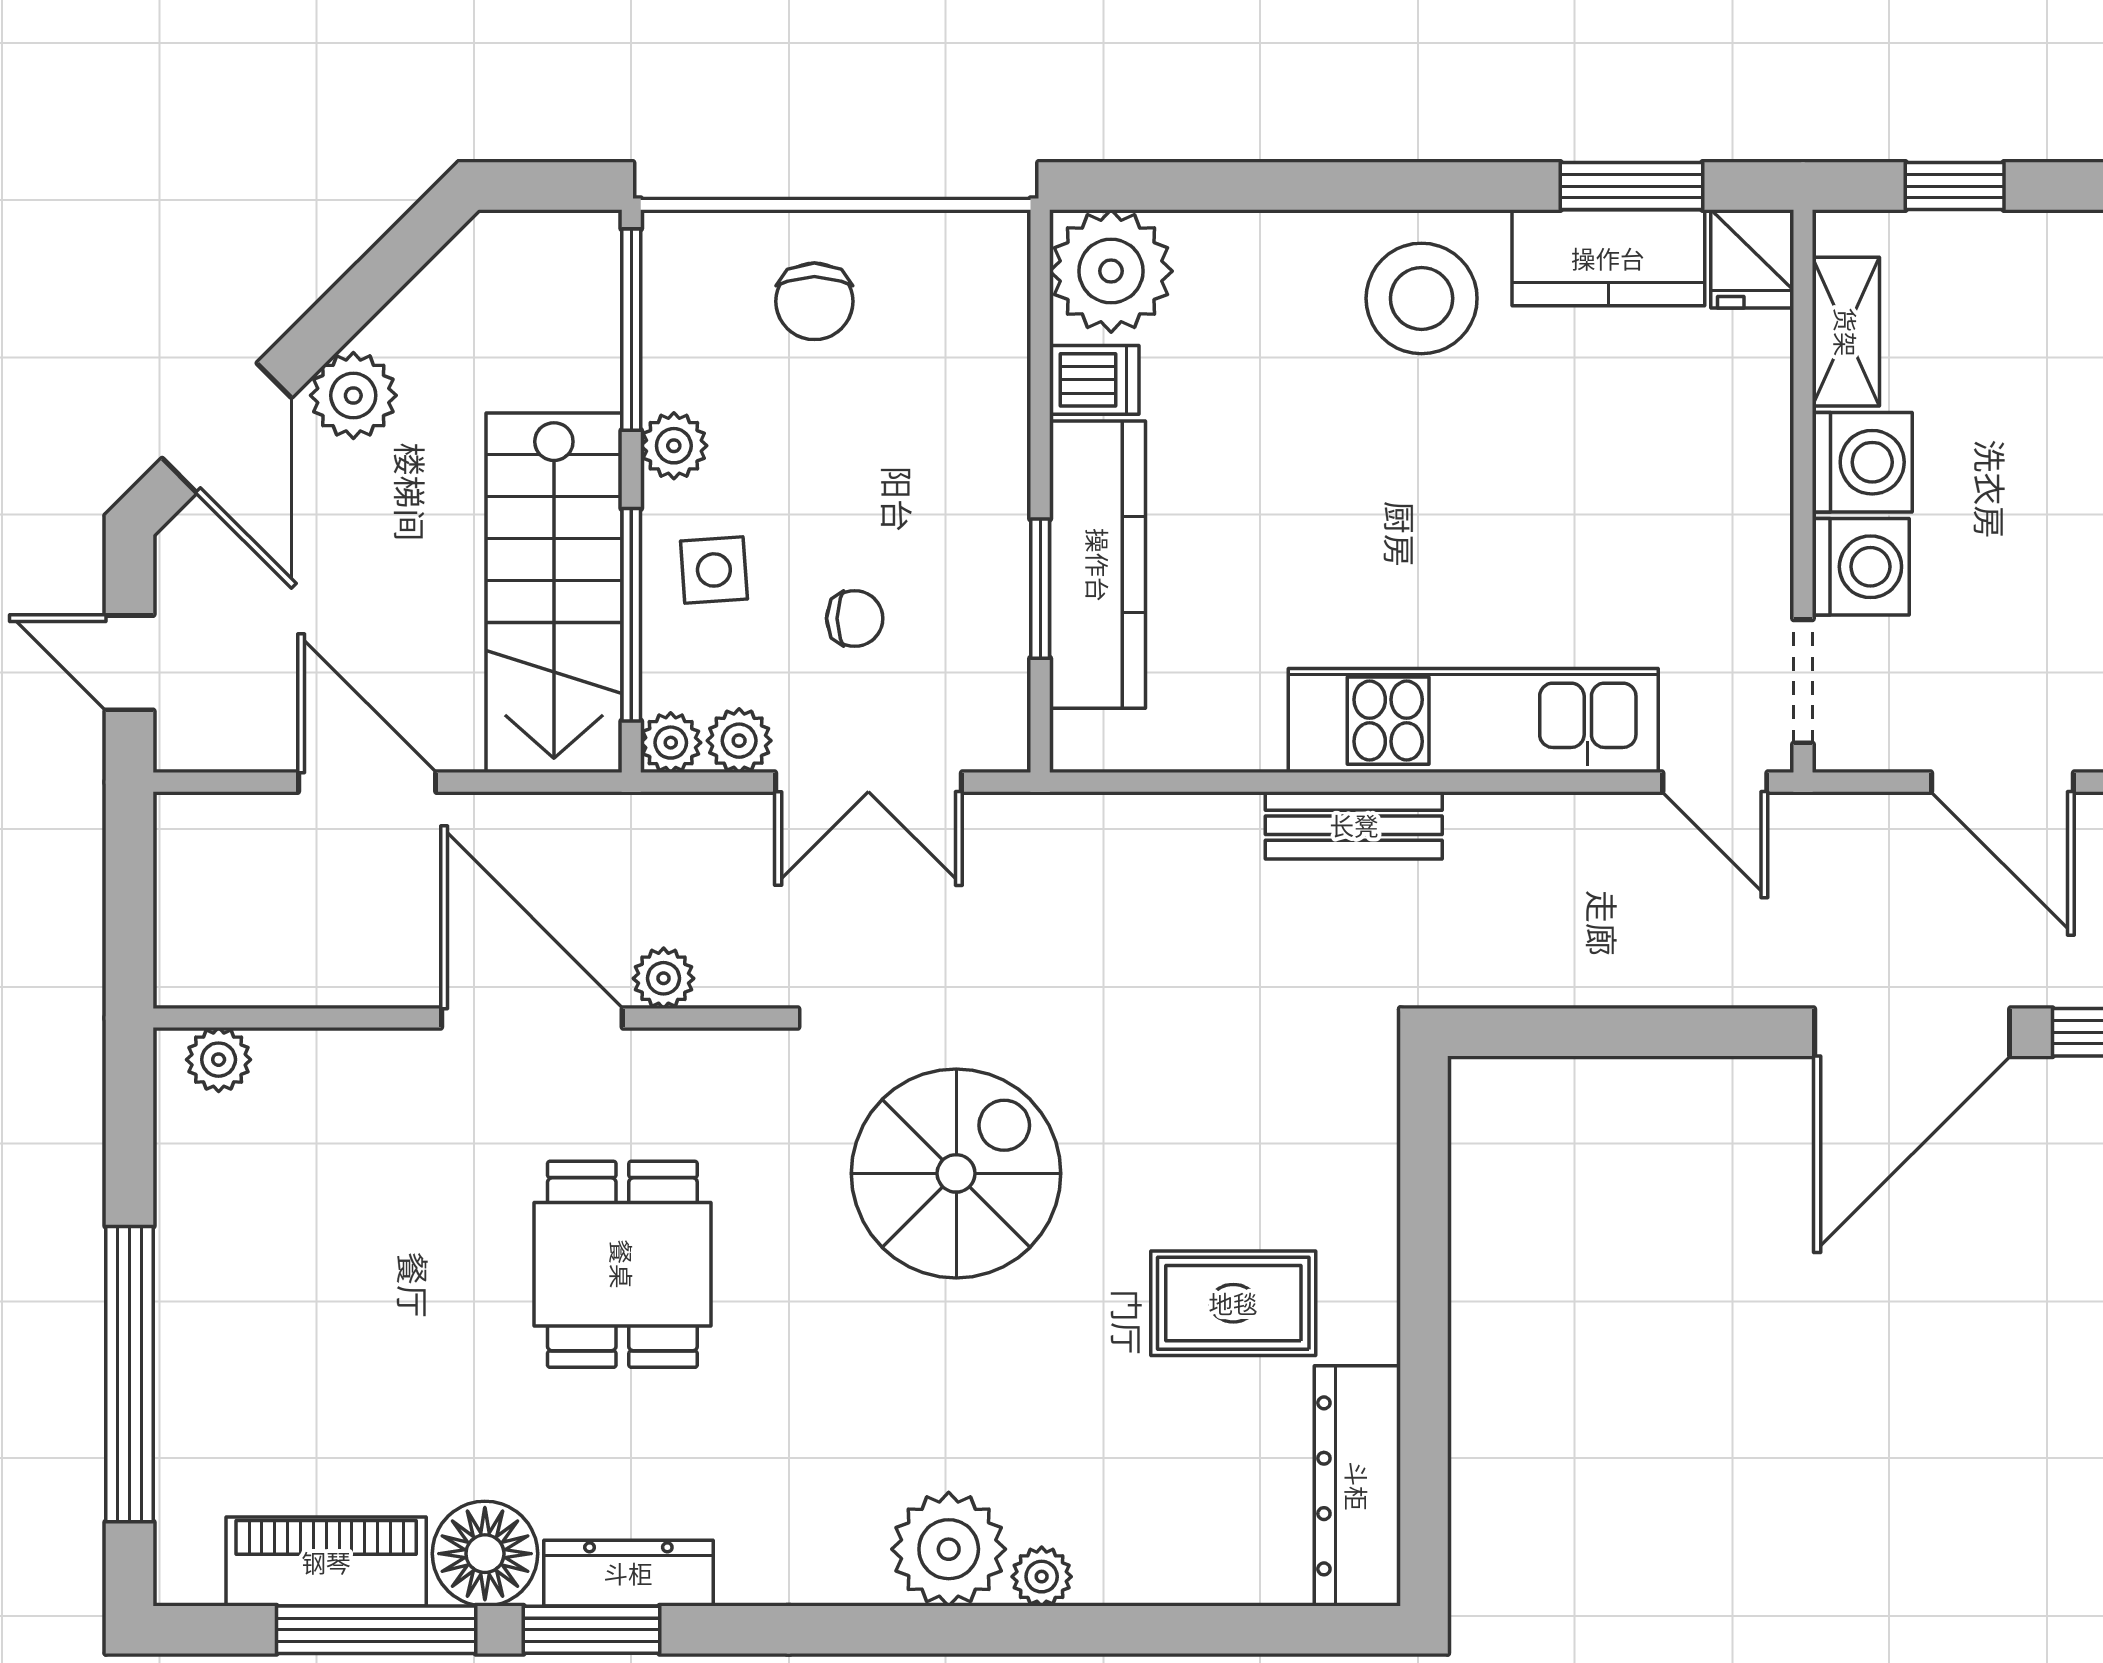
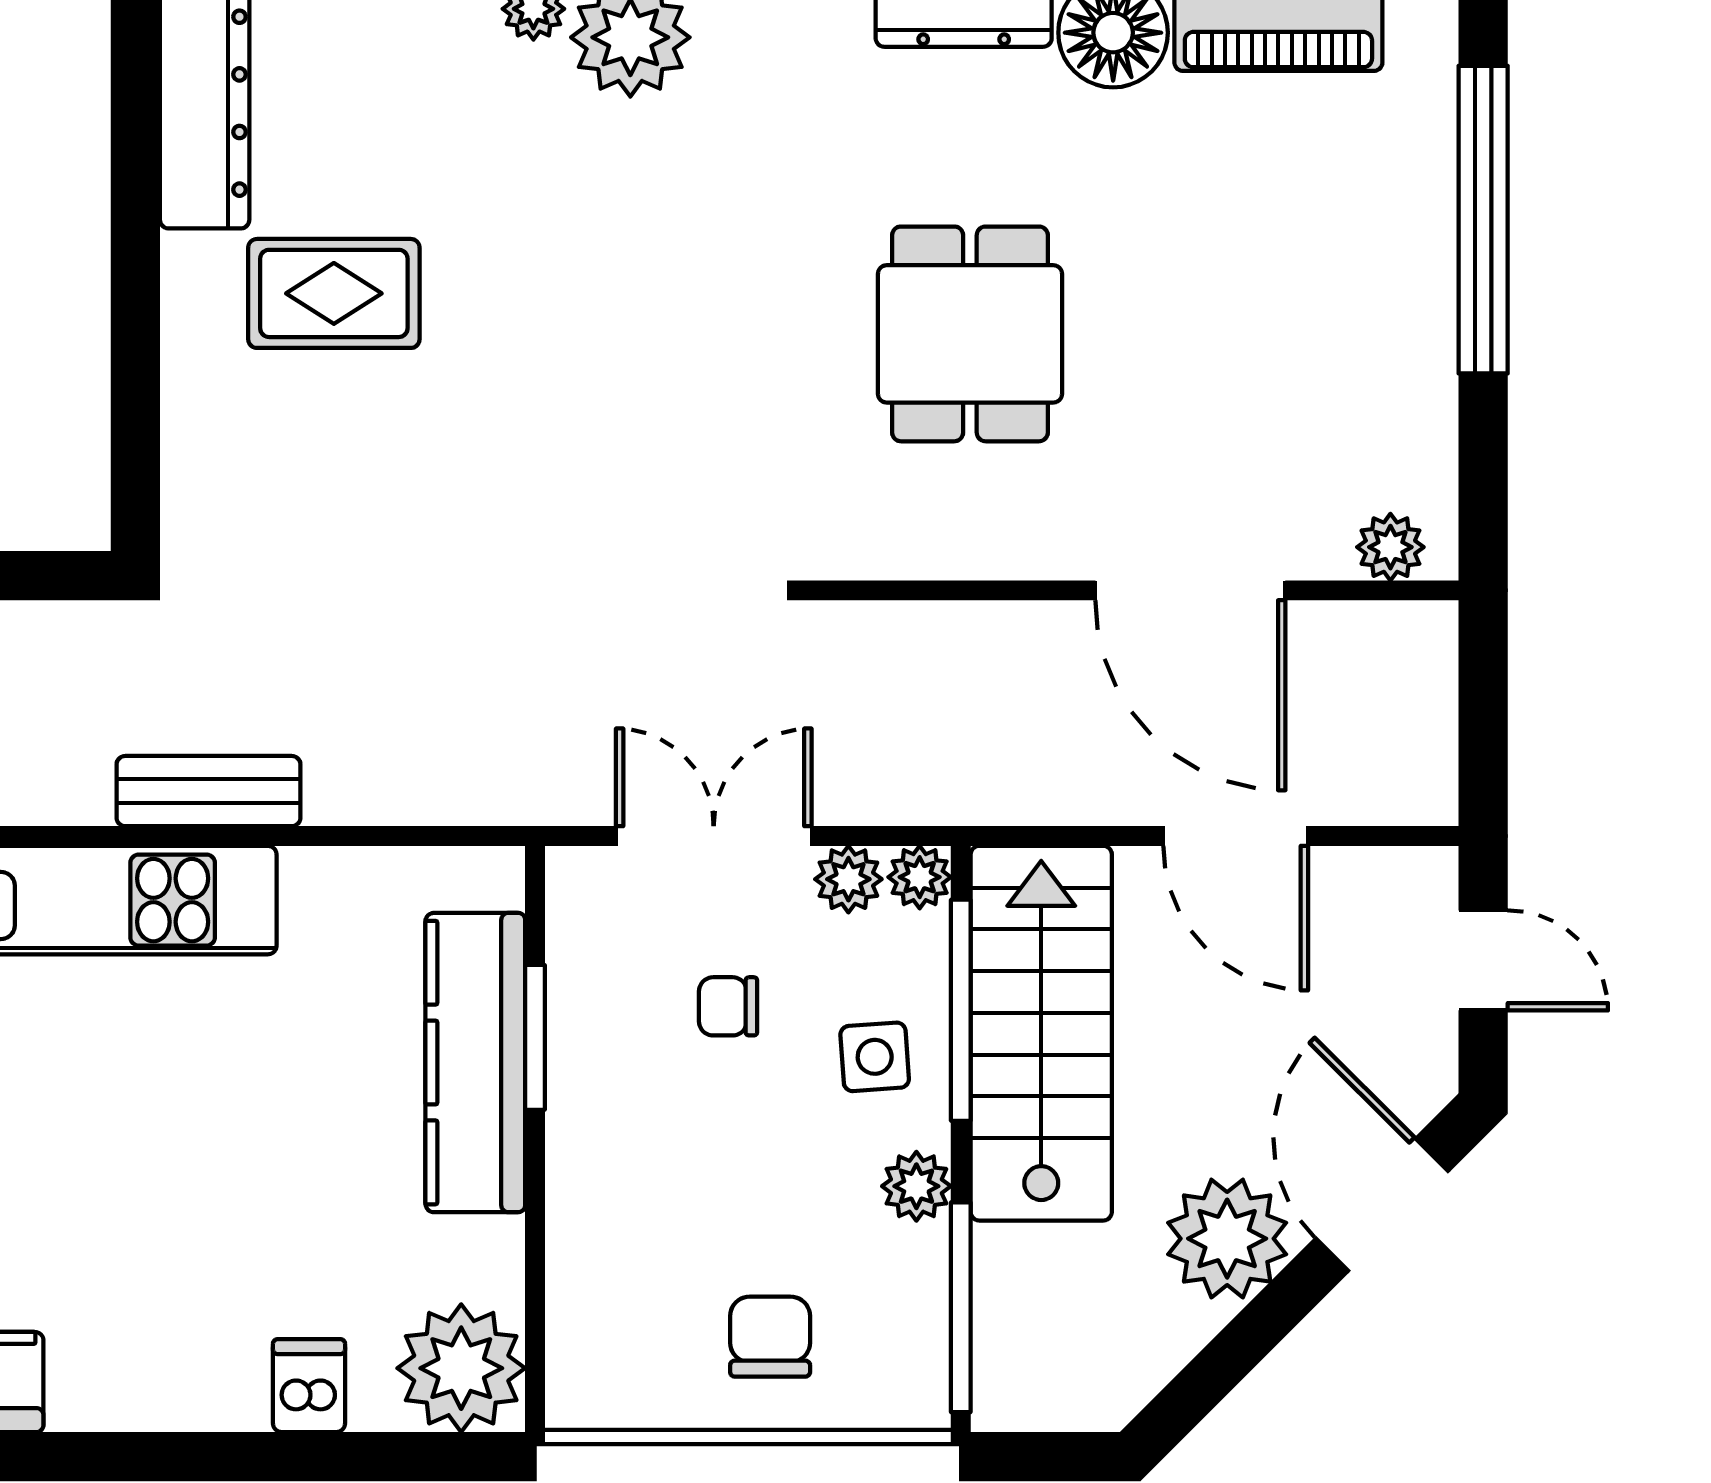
stool: (1422, 298) -> (138, 1340), removed
dishwasher: (1094, 380) -> (309, 1386), moved, turned 90
plant: (353, 395) -> (1227, 1239), width x1.36, depth x1.36
plant: (664, 978) -> (927, 632), removed
door: (532, 1018) -> (1190, 590), moved
spiral stairs: (956, 1173) -> (623, 429), removed

